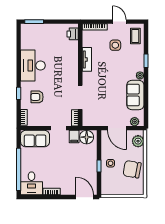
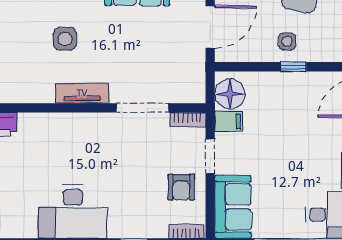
side table: (115, 45) -> (65, 39), moved
tv unit: (87, 59) -> (82, 93), moved
armchair: (37, 97) -> (181, 187), moved

